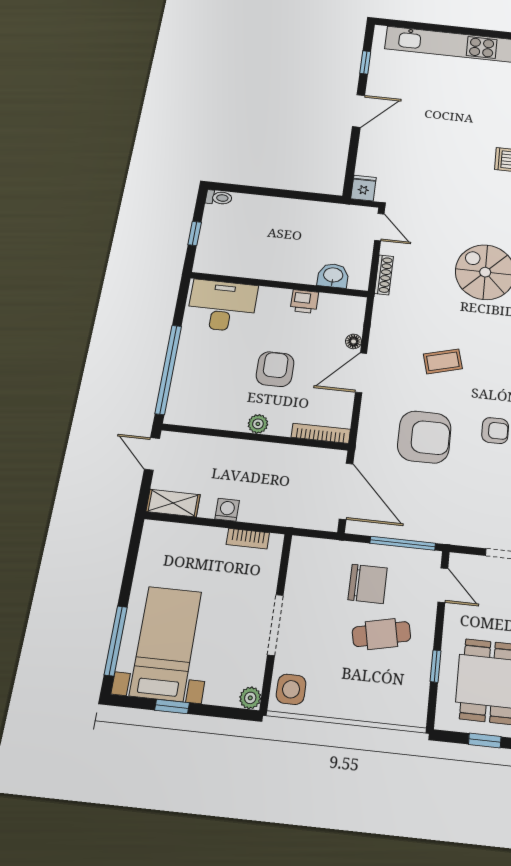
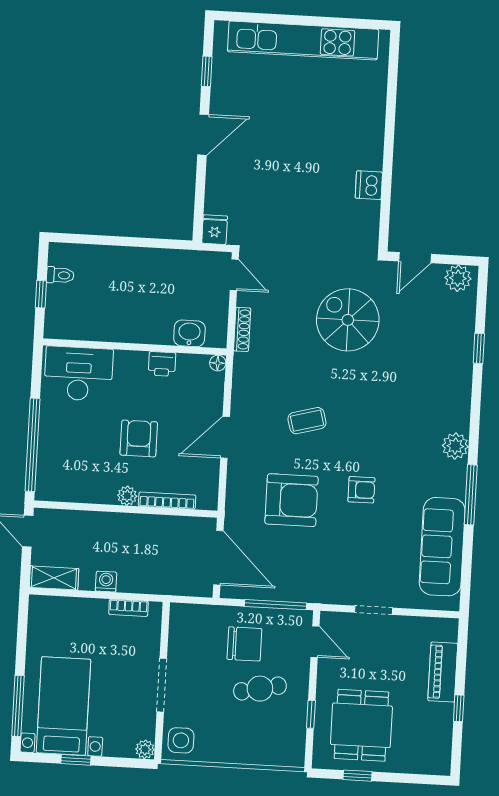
toilet: (219, 198) -> (60, 275), moved
floor lamp: (354, 341) -> (218, 363), moved
bookcase: (321, 433) -> (167, 501), moved

